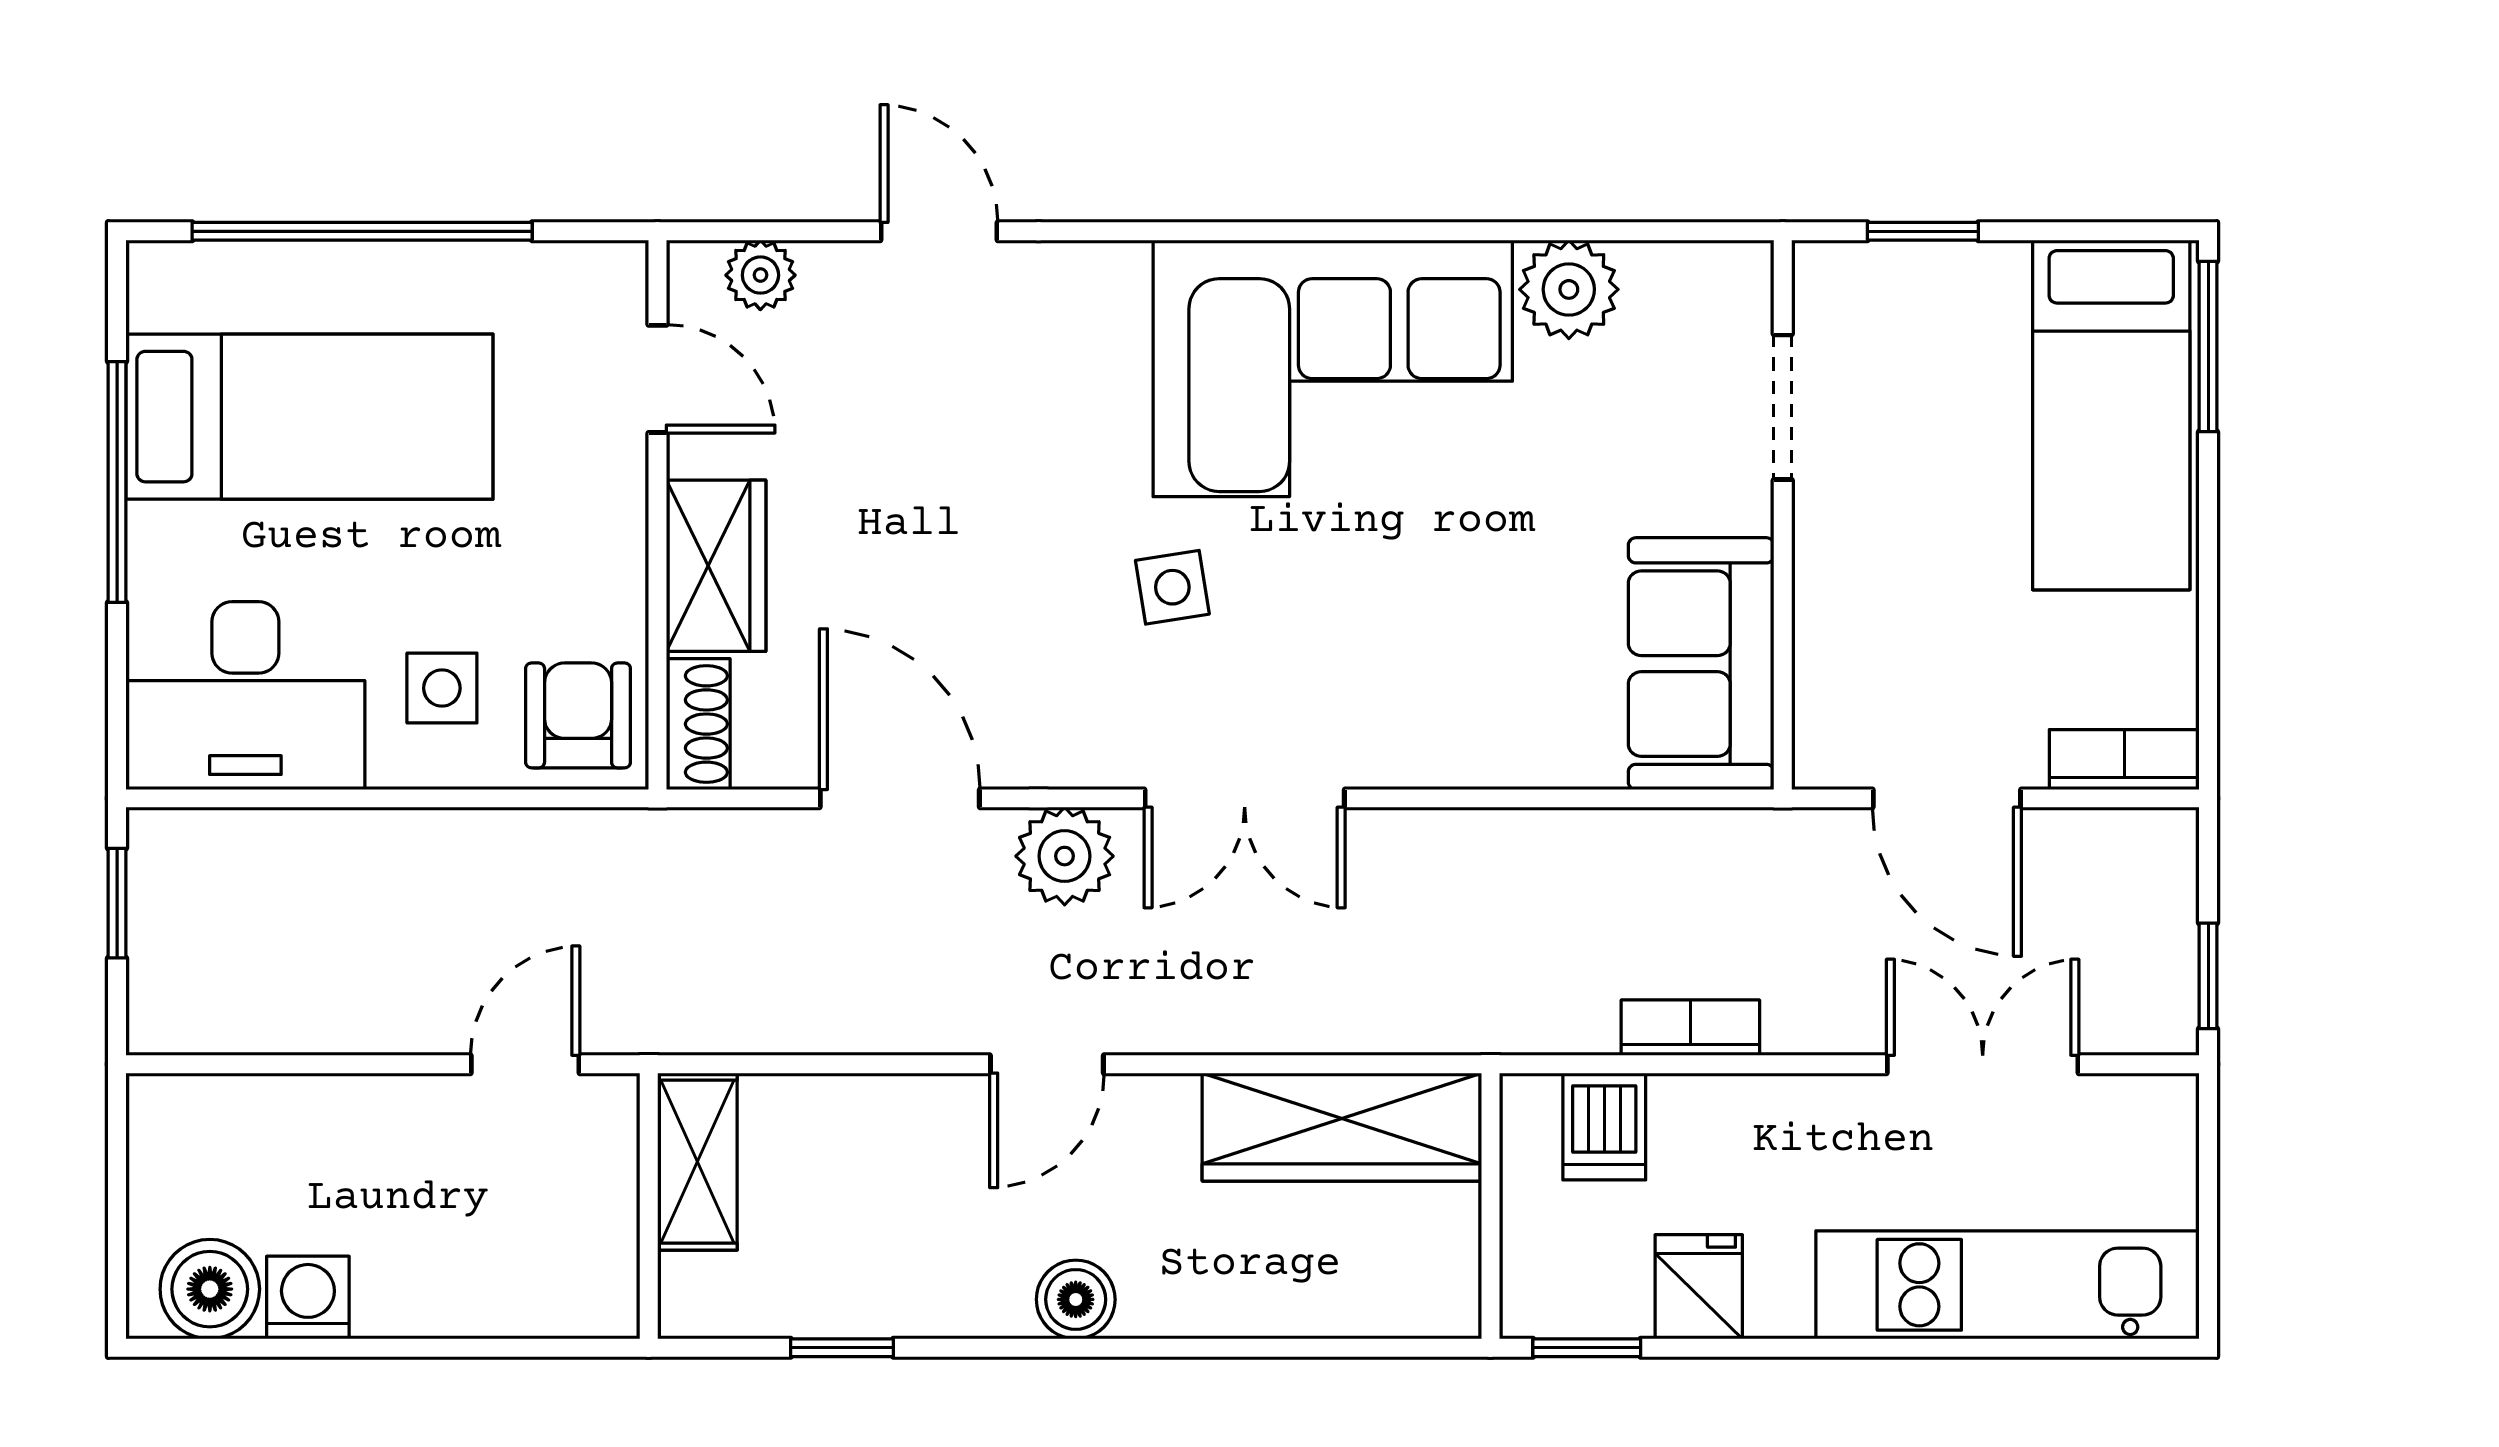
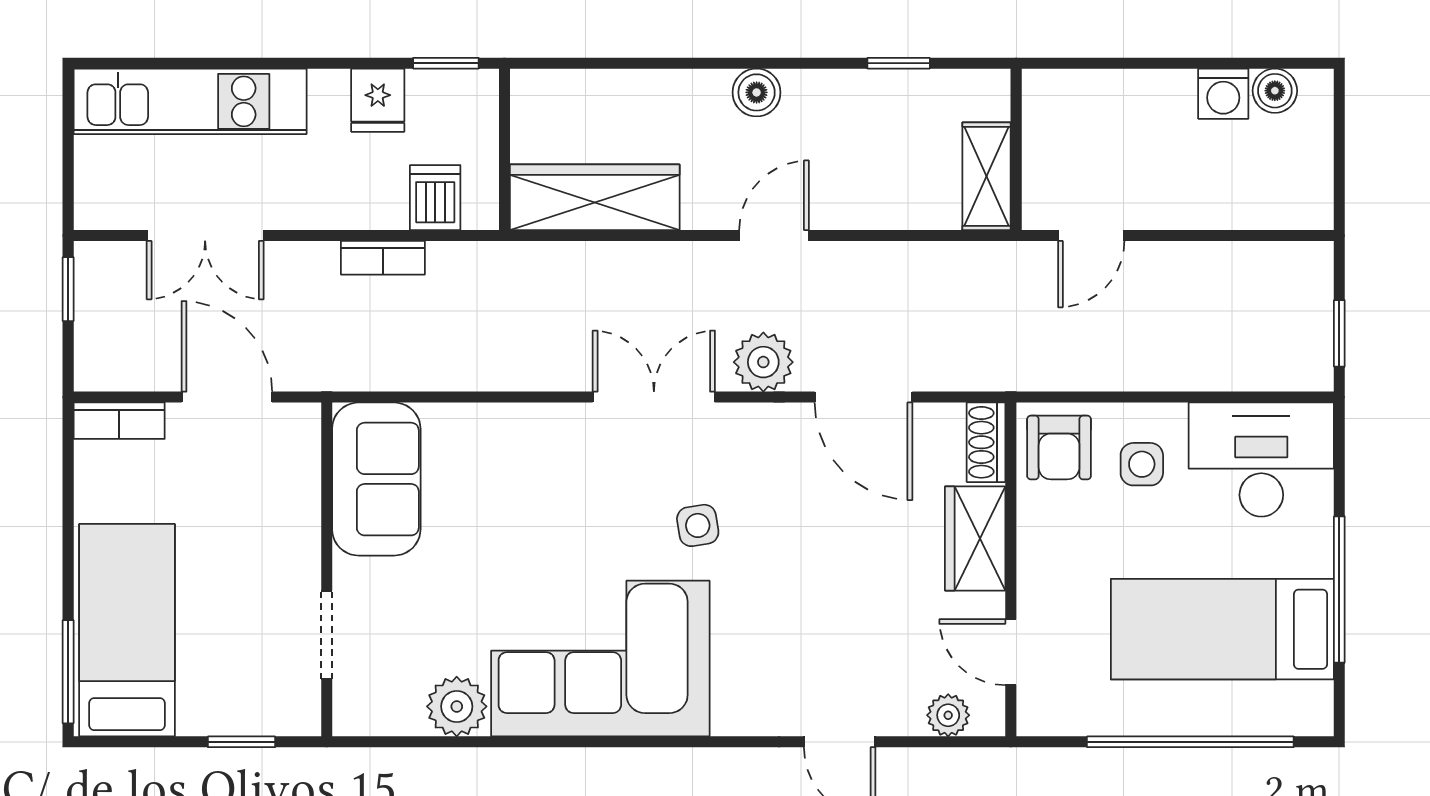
boiler: (210, 1289) -> (1275, 91), width x0.73, depth x0.73

